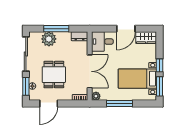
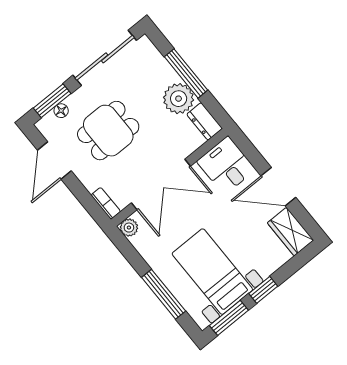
plant: (49, 39) -> (179, 99), moved
door: (49, 104) -> (54, 160), hinge flipped
window: (120, 104) -> (164, 294), moved

